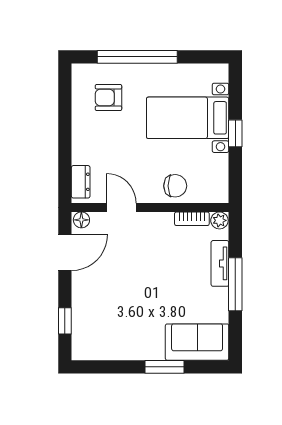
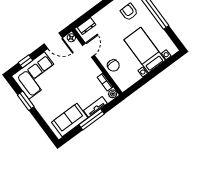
window: (235, 133) -> (153, 74), removed
corner sofa: (100, 320) -> (37, 75), added
sofa: (197, 342) -> (70, 120), moved, turned -90
window: (164, 367) -> (26, 101), moved

